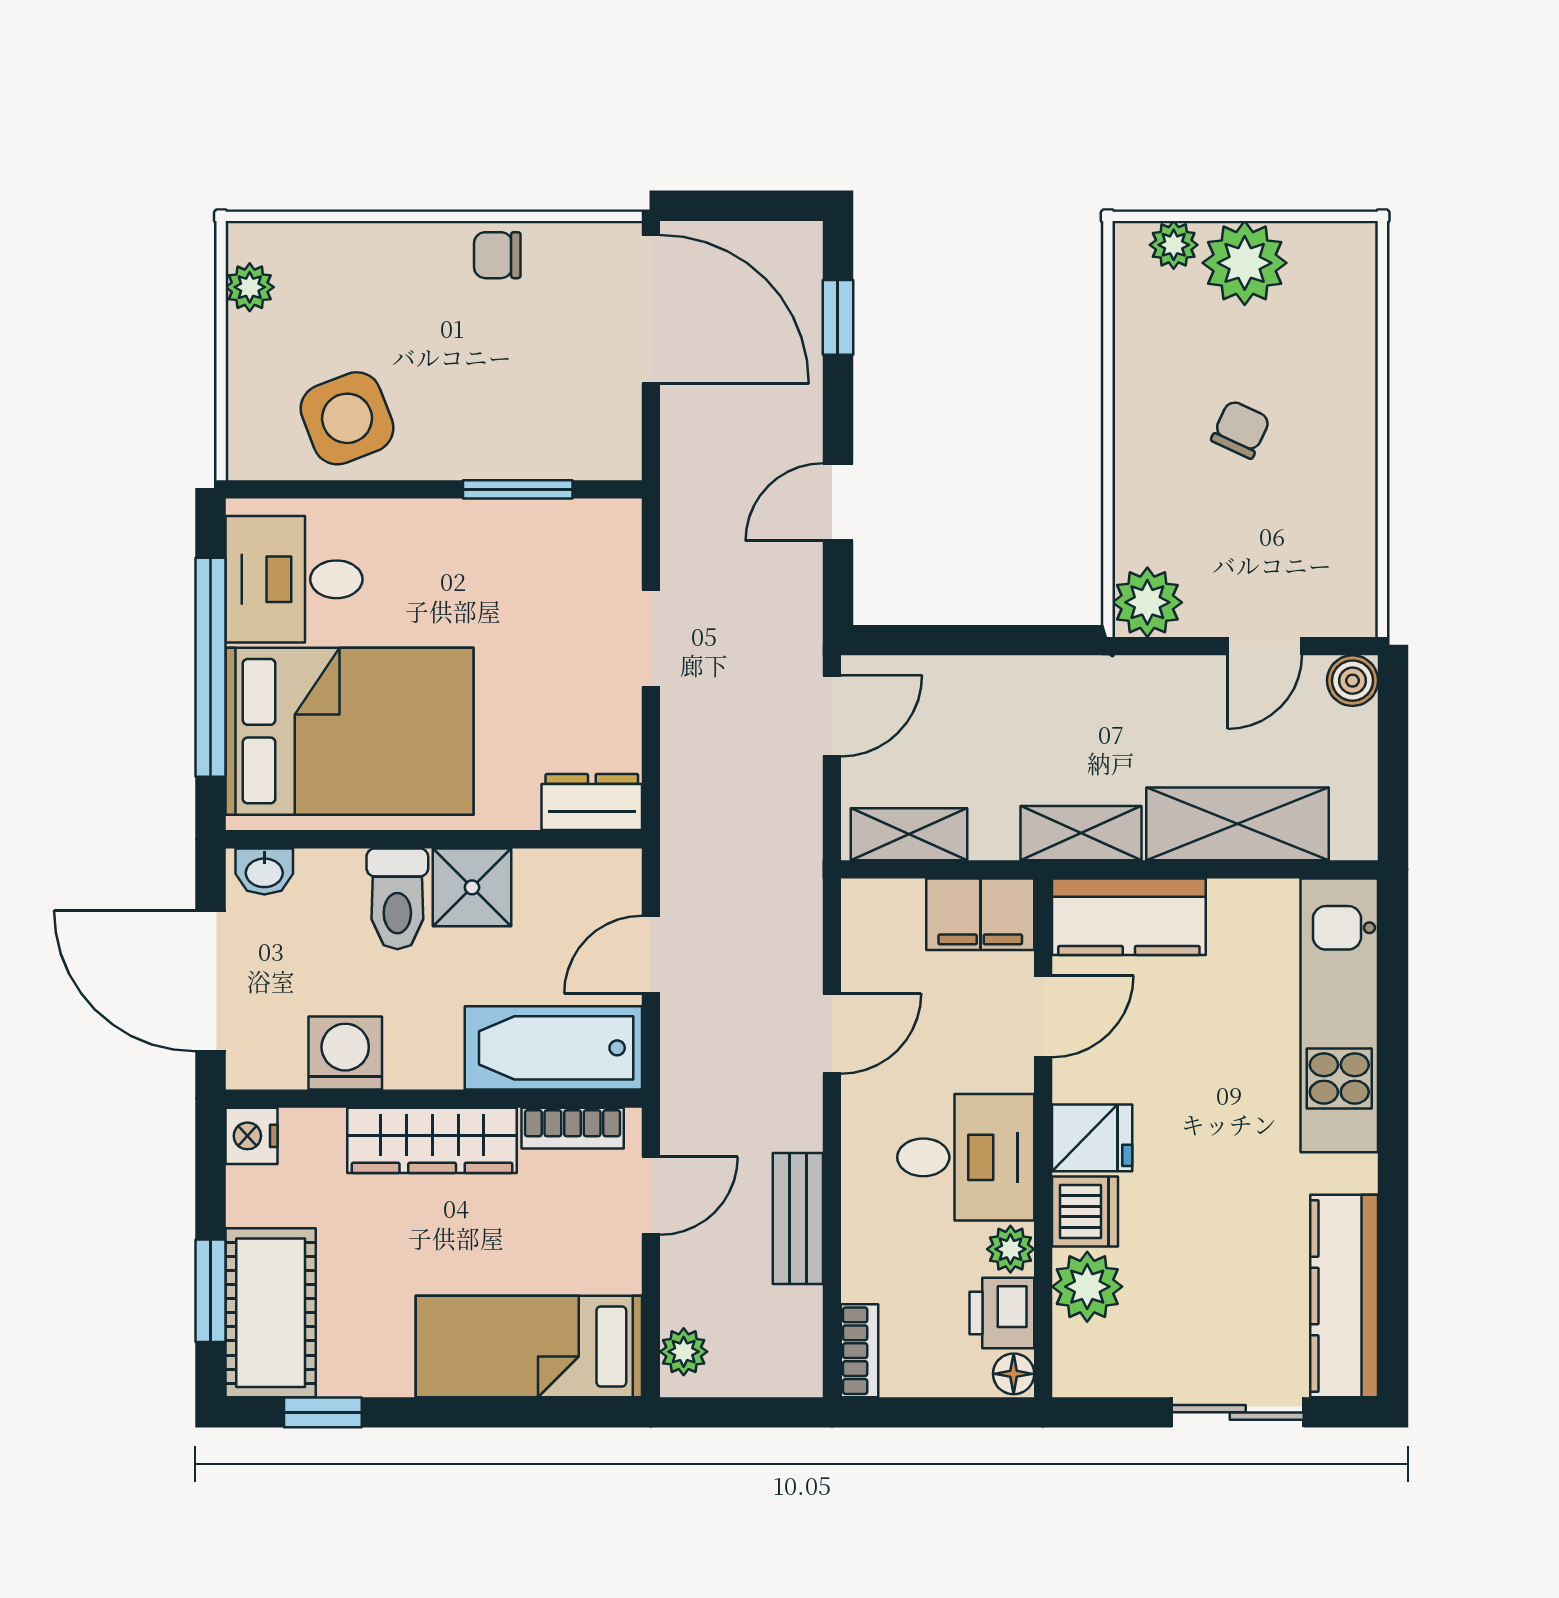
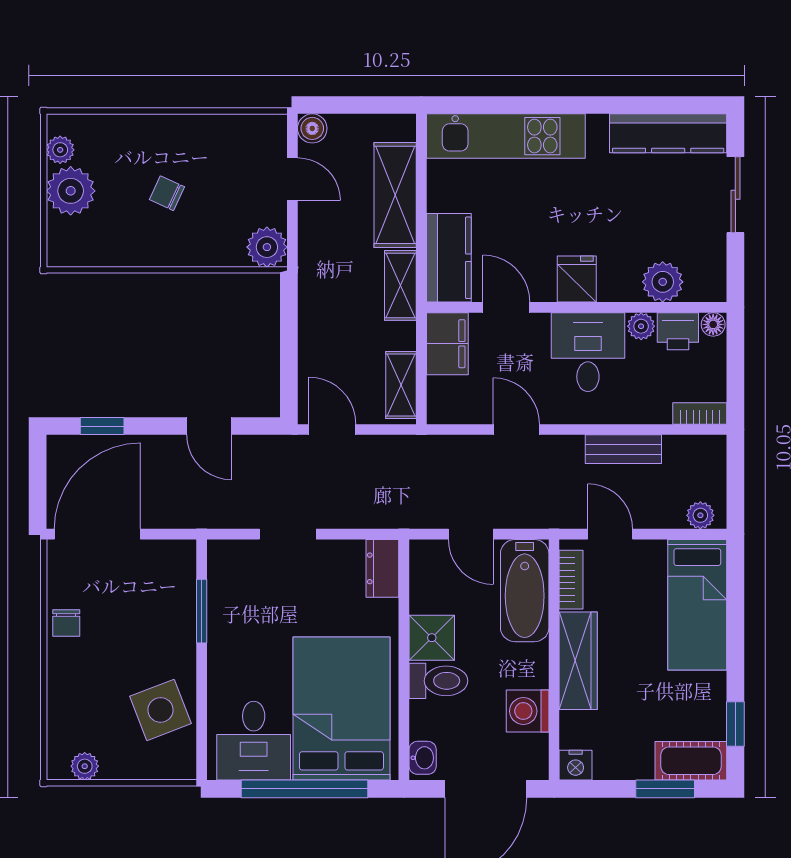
plant: (1174, 245) -> (60, 150), moved
dishwasher: (1085, 1212) -> (619, 283), removed
cot: (271, 1313) -> (691, 761), width x0.73, depth x0.75

